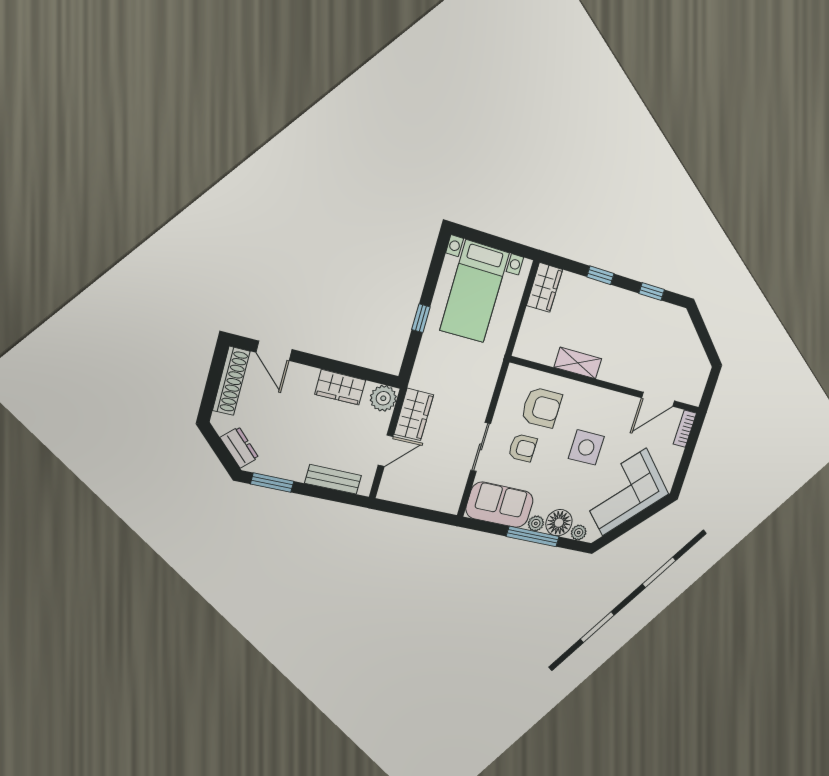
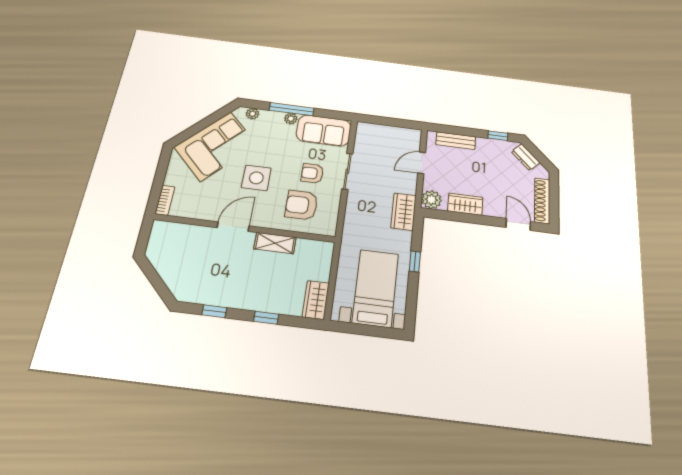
door: (658, 399) -> (233, 227), moved
wardrobe: (414, 414) -> (404, 212), moved
window: (272, 483) -> (498, 136), width x0.67
floor lamp: (559, 523) -> (271, 120), removed

